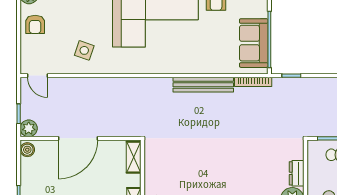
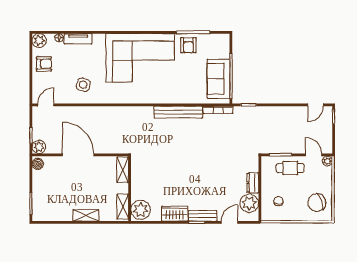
armchair: (35, 24) -> (44, 64), turned -90
door: (37, 76) -> (46, 105), swing flipped
door: (78, 138) -> (78, 155), swing flipped

